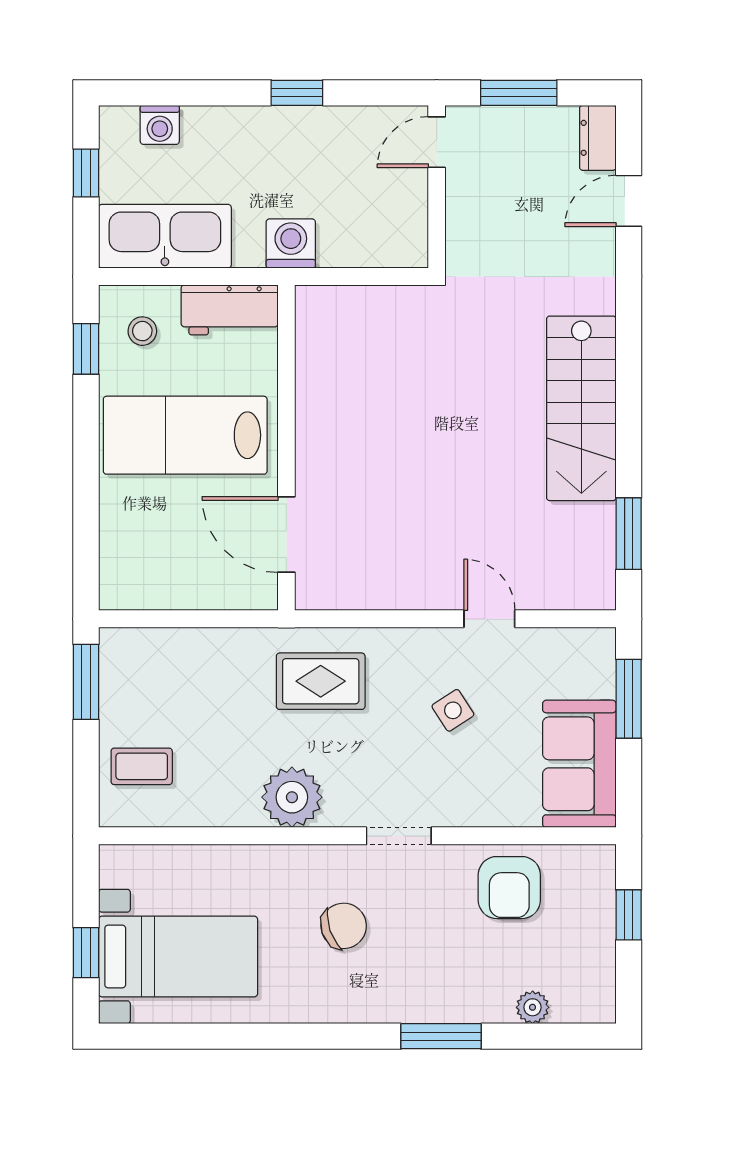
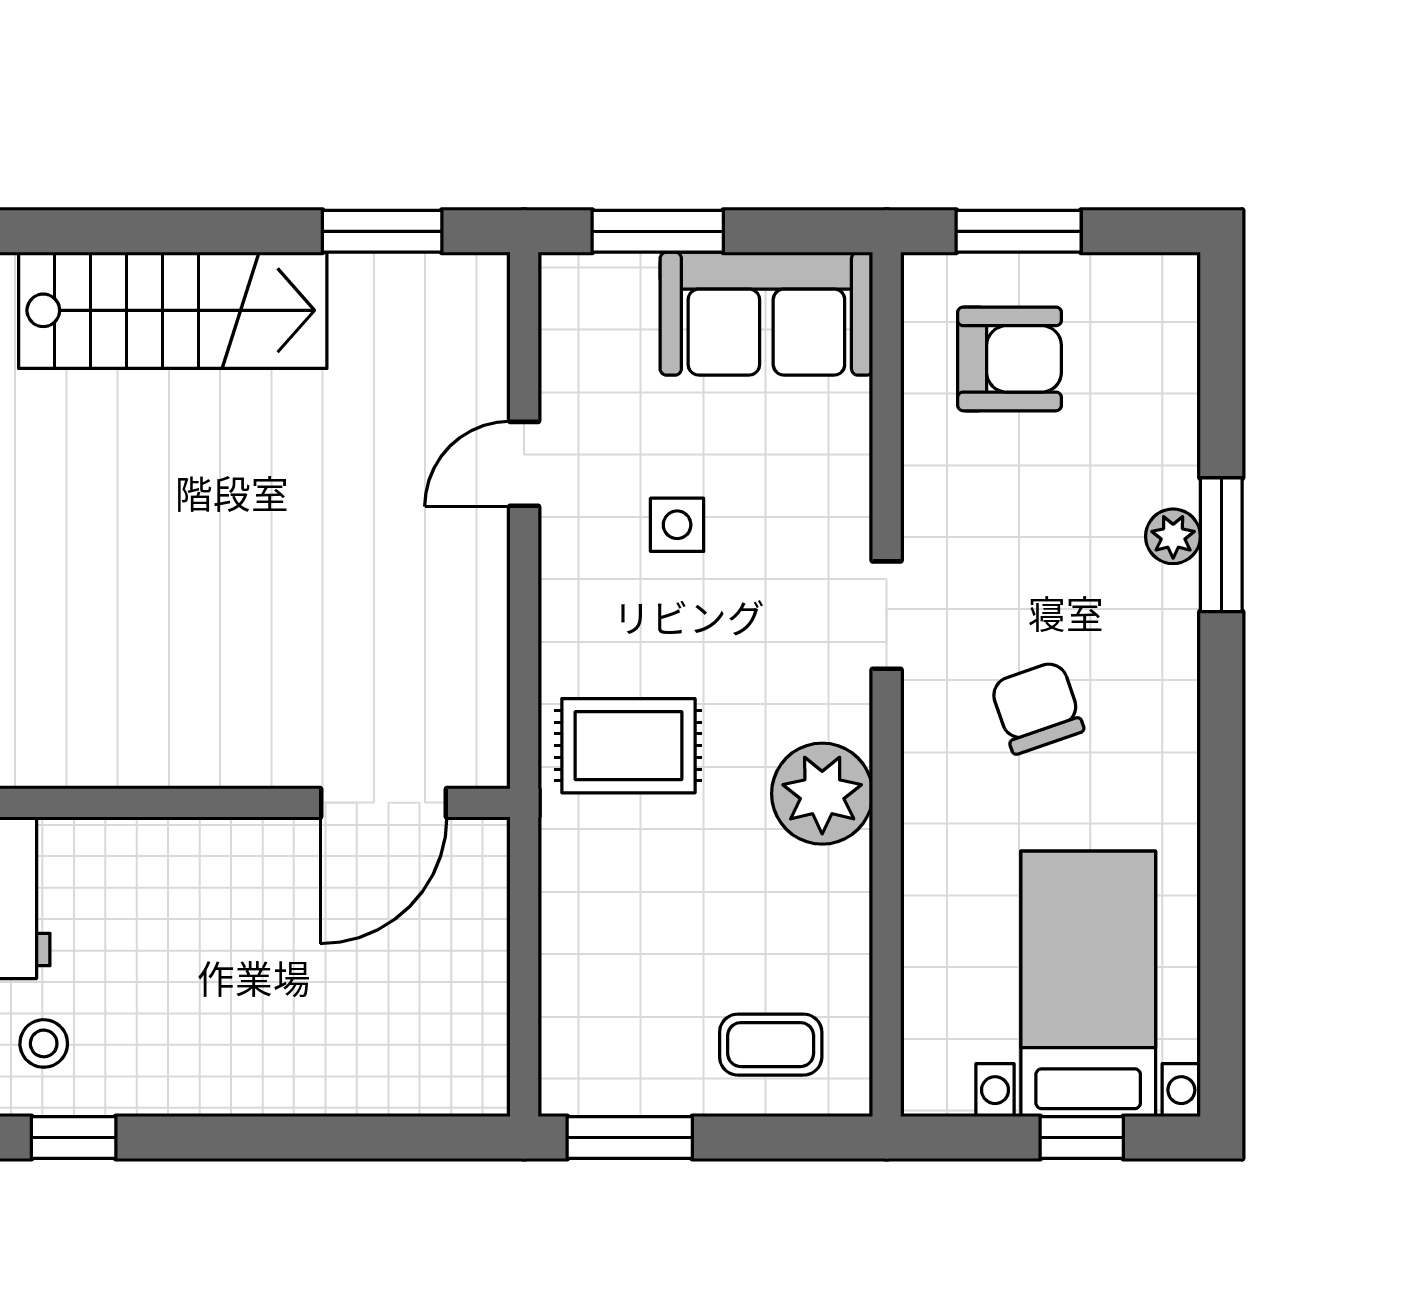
lab bench: (185, 435) -> (218, 972), removed
rug: (321, 681) -> (628, 746), turned 90
side table: (453, 710) -> (677, 525), turned 33
coffee table: (142, 766) -> (771, 1045), turned 90
armchair: (509, 888) -> (1010, 359), moved
window: (629, 915) -> (1019, 231), width x1.50
plant: (533, 1007) -> (1173, 536), moved

